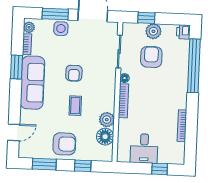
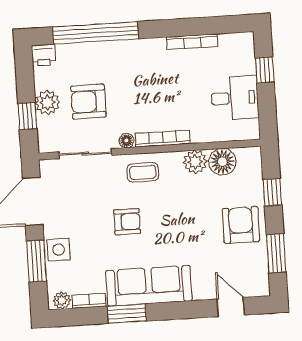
coffee table: (75, 106) -> (143, 172), moved

